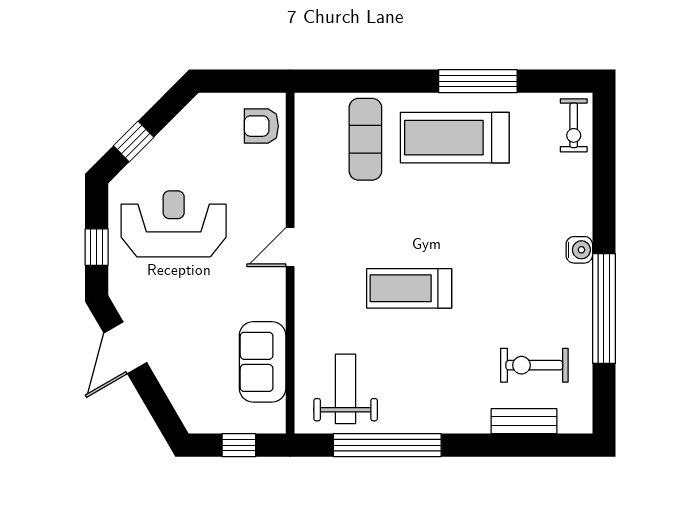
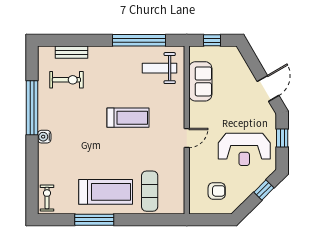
armchair: (261, 126) -> (217, 191), moved
weight bench: (346, 389) -> (159, 68), turned 90

